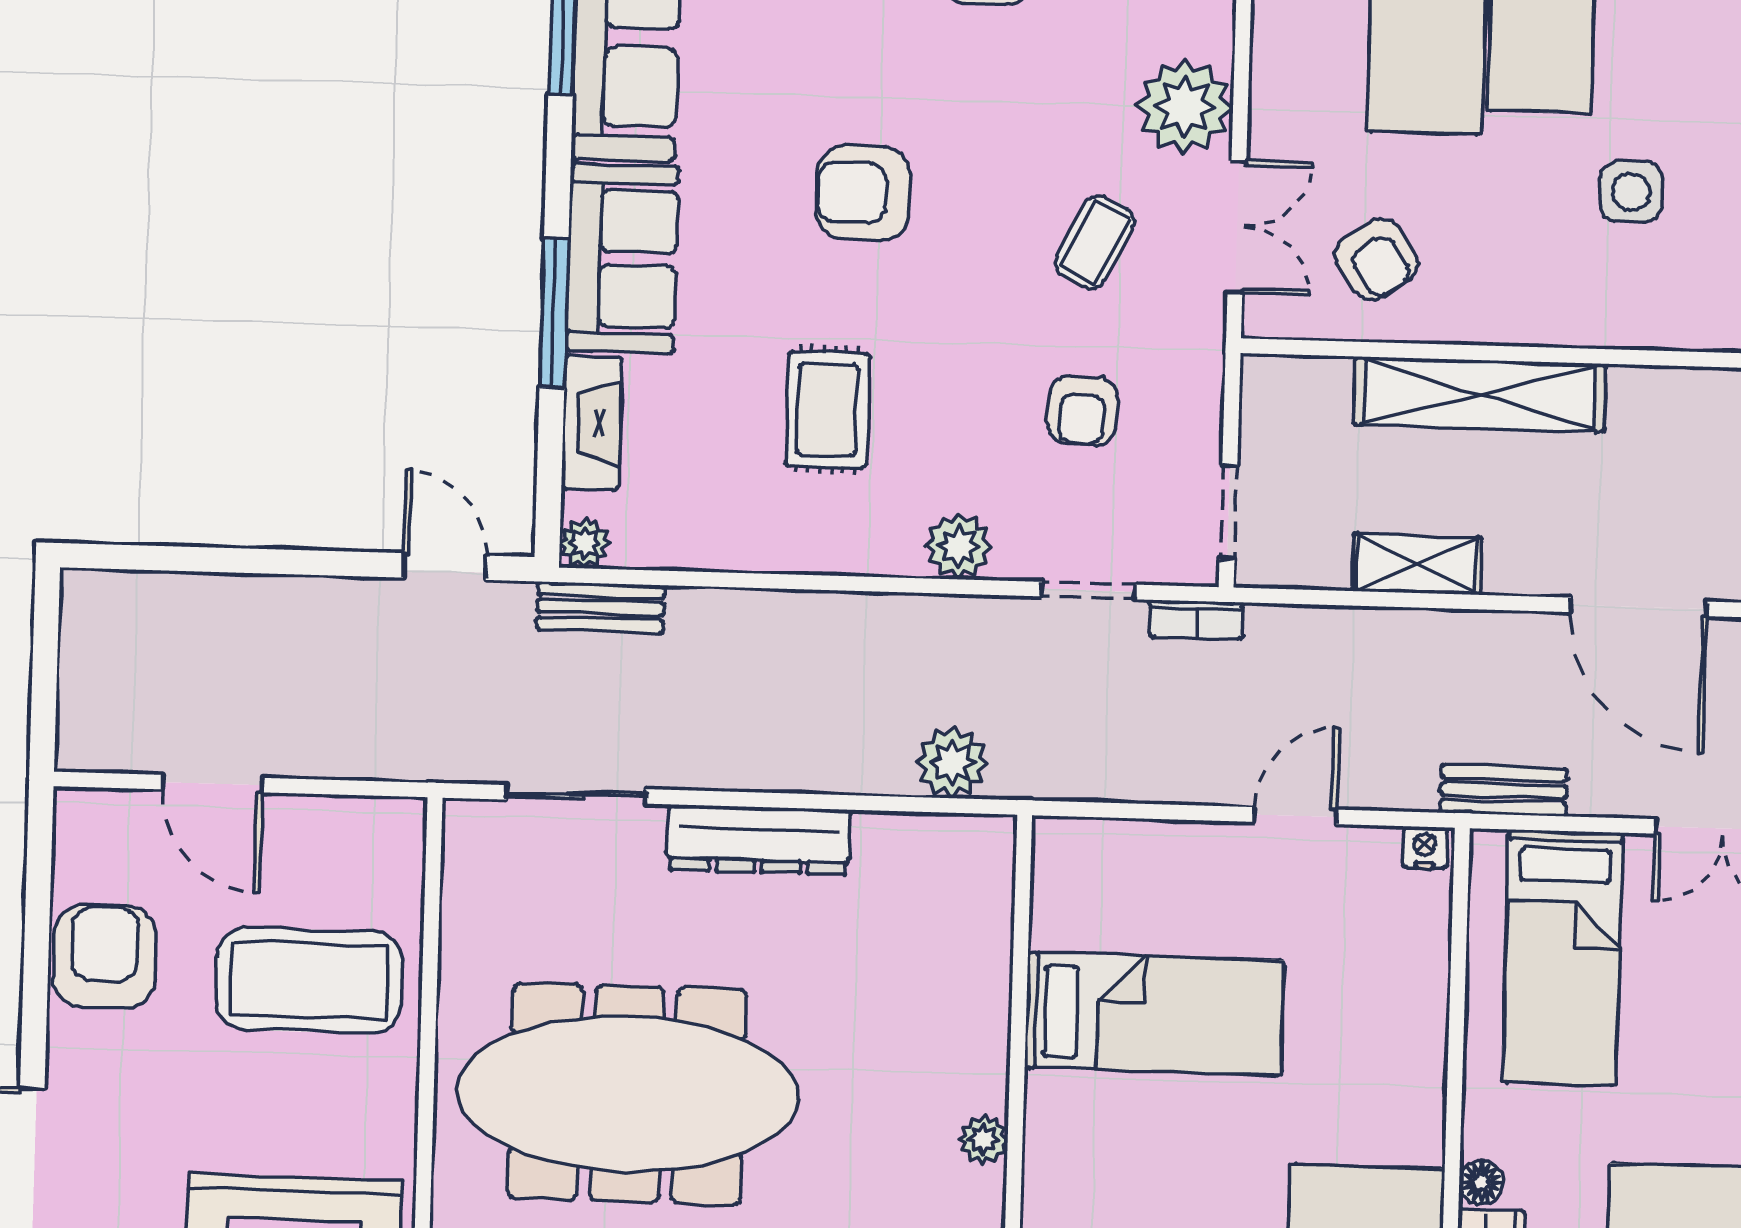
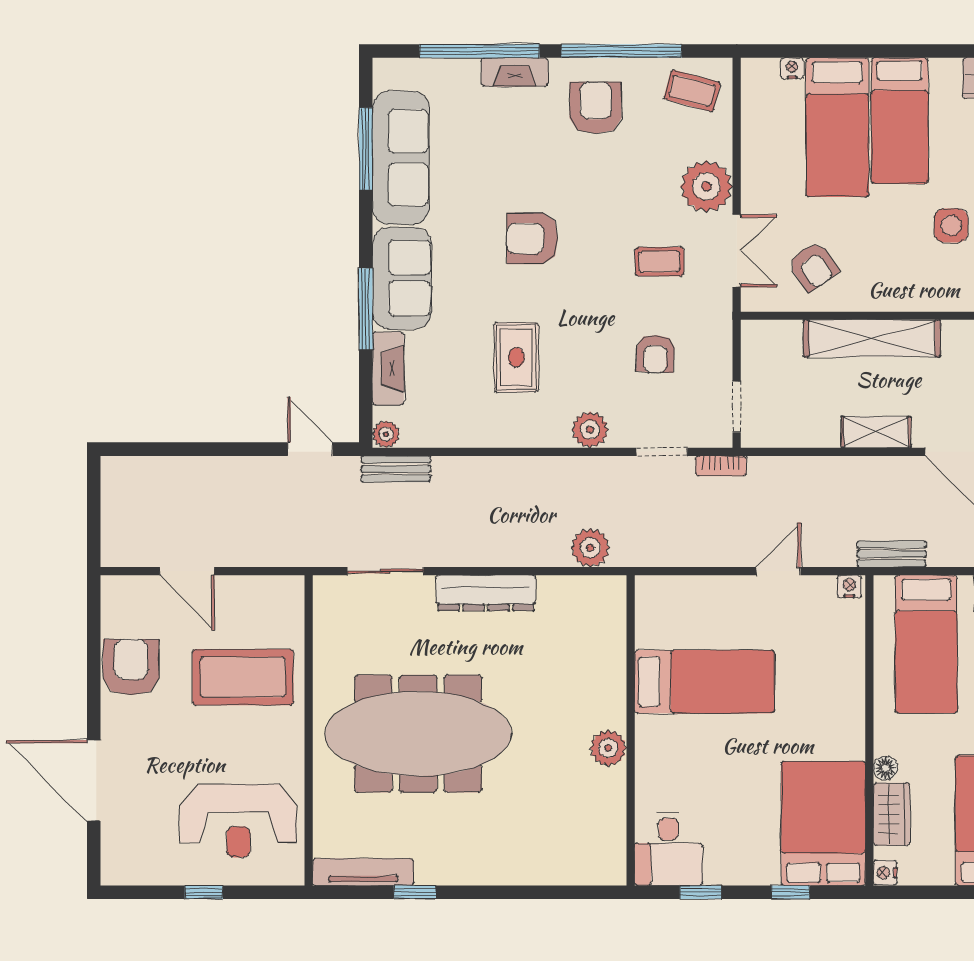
coffee table: (1095, 242) -> (659, 262), turned 63
shelving: (1417, 564) -> (876, 432), moved
plant: (983, 1140) -> (608, 748), width x1.38, depth x1.38

